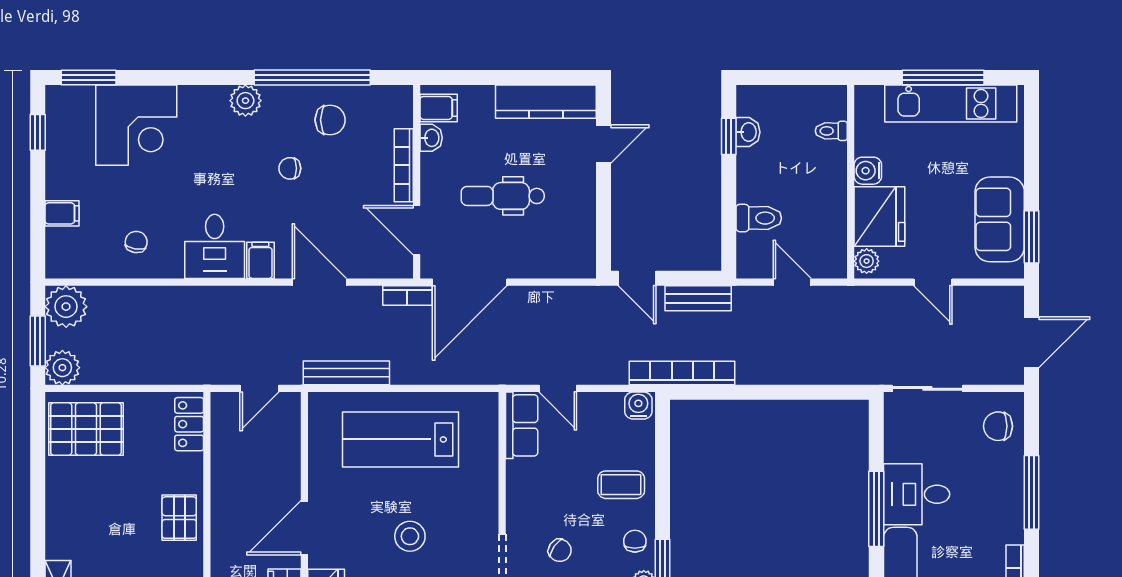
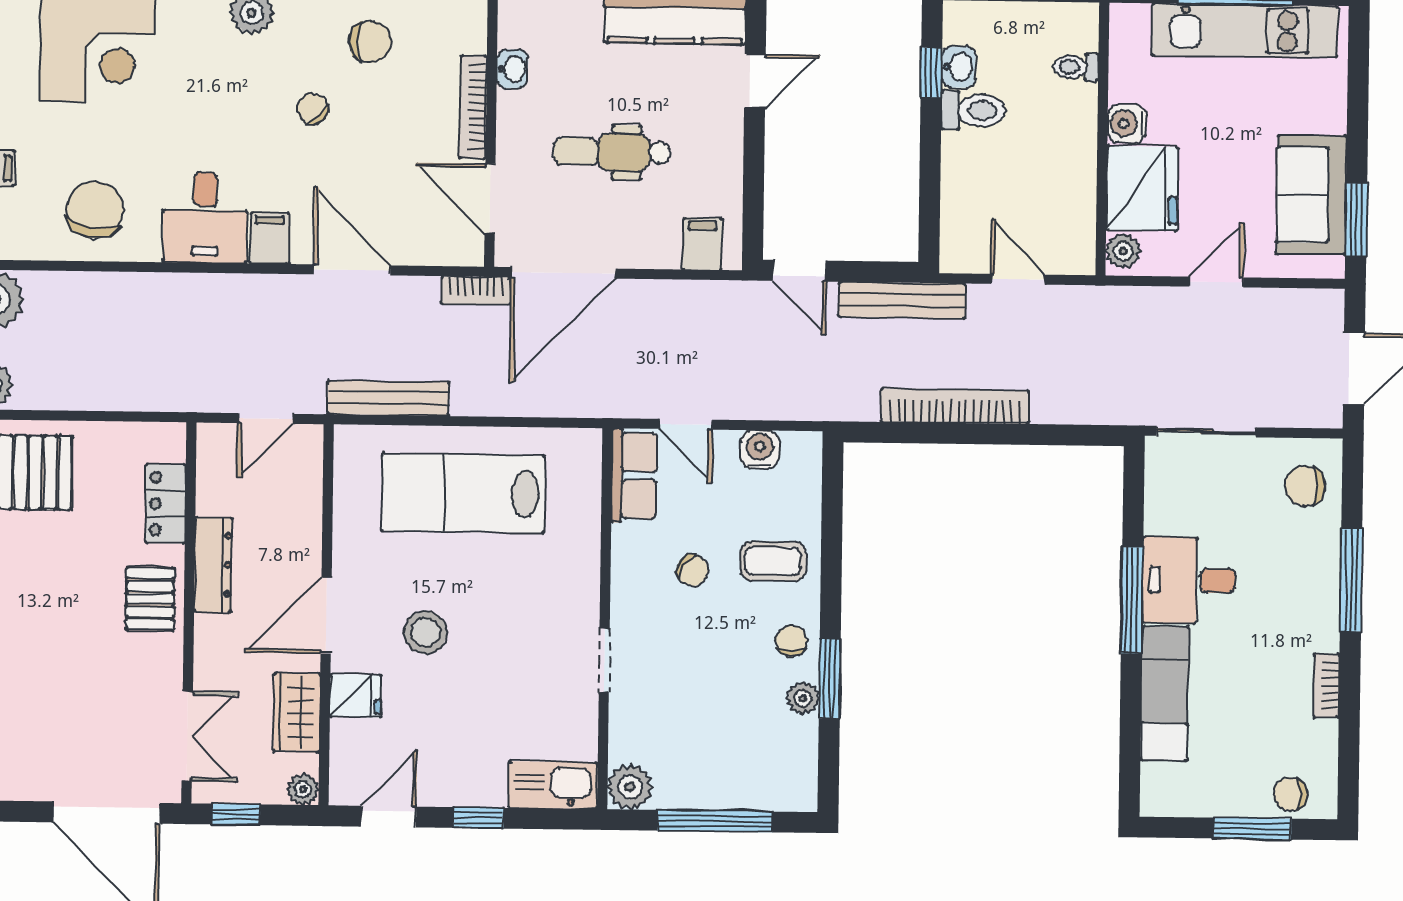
filing cabinet: (439, 108) -> (702, 244), moved, turned -90
chair: (290, 168) -> (313, 109), turned 47
toilet: (759, 218) -> (973, 111), moved
chair: (136, 242) -> (95, 210), width x1.87, depth x1.87
door: (933, 282) -> (1216, 282), swing flipped
bench: (698, 298) -> (902, 300), width x1.36
bookcase: (682, 373) -> (955, 406), moved
water cooler: (638, 406) -> (760, 449), moved
locker: (189, 424) -> (165, 504), moved
dresser: (224, 493) -> (213, 565), added
stool: (410, 536) -> (425, 632), moved
chair: (560, 550) -> (692, 570), moved

